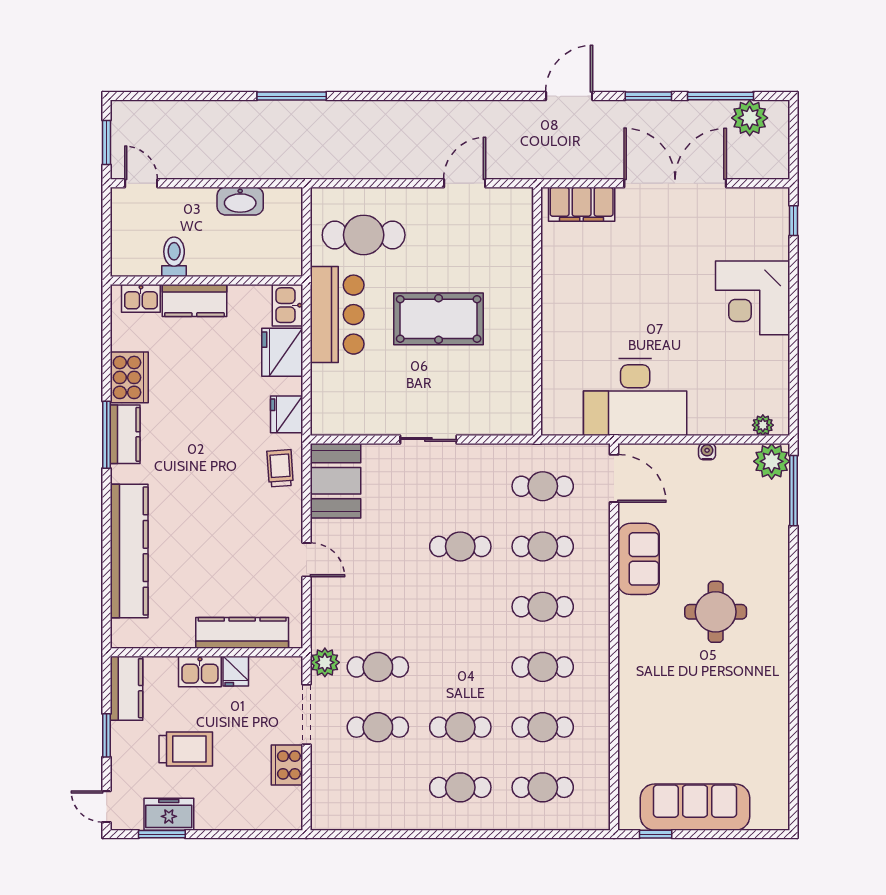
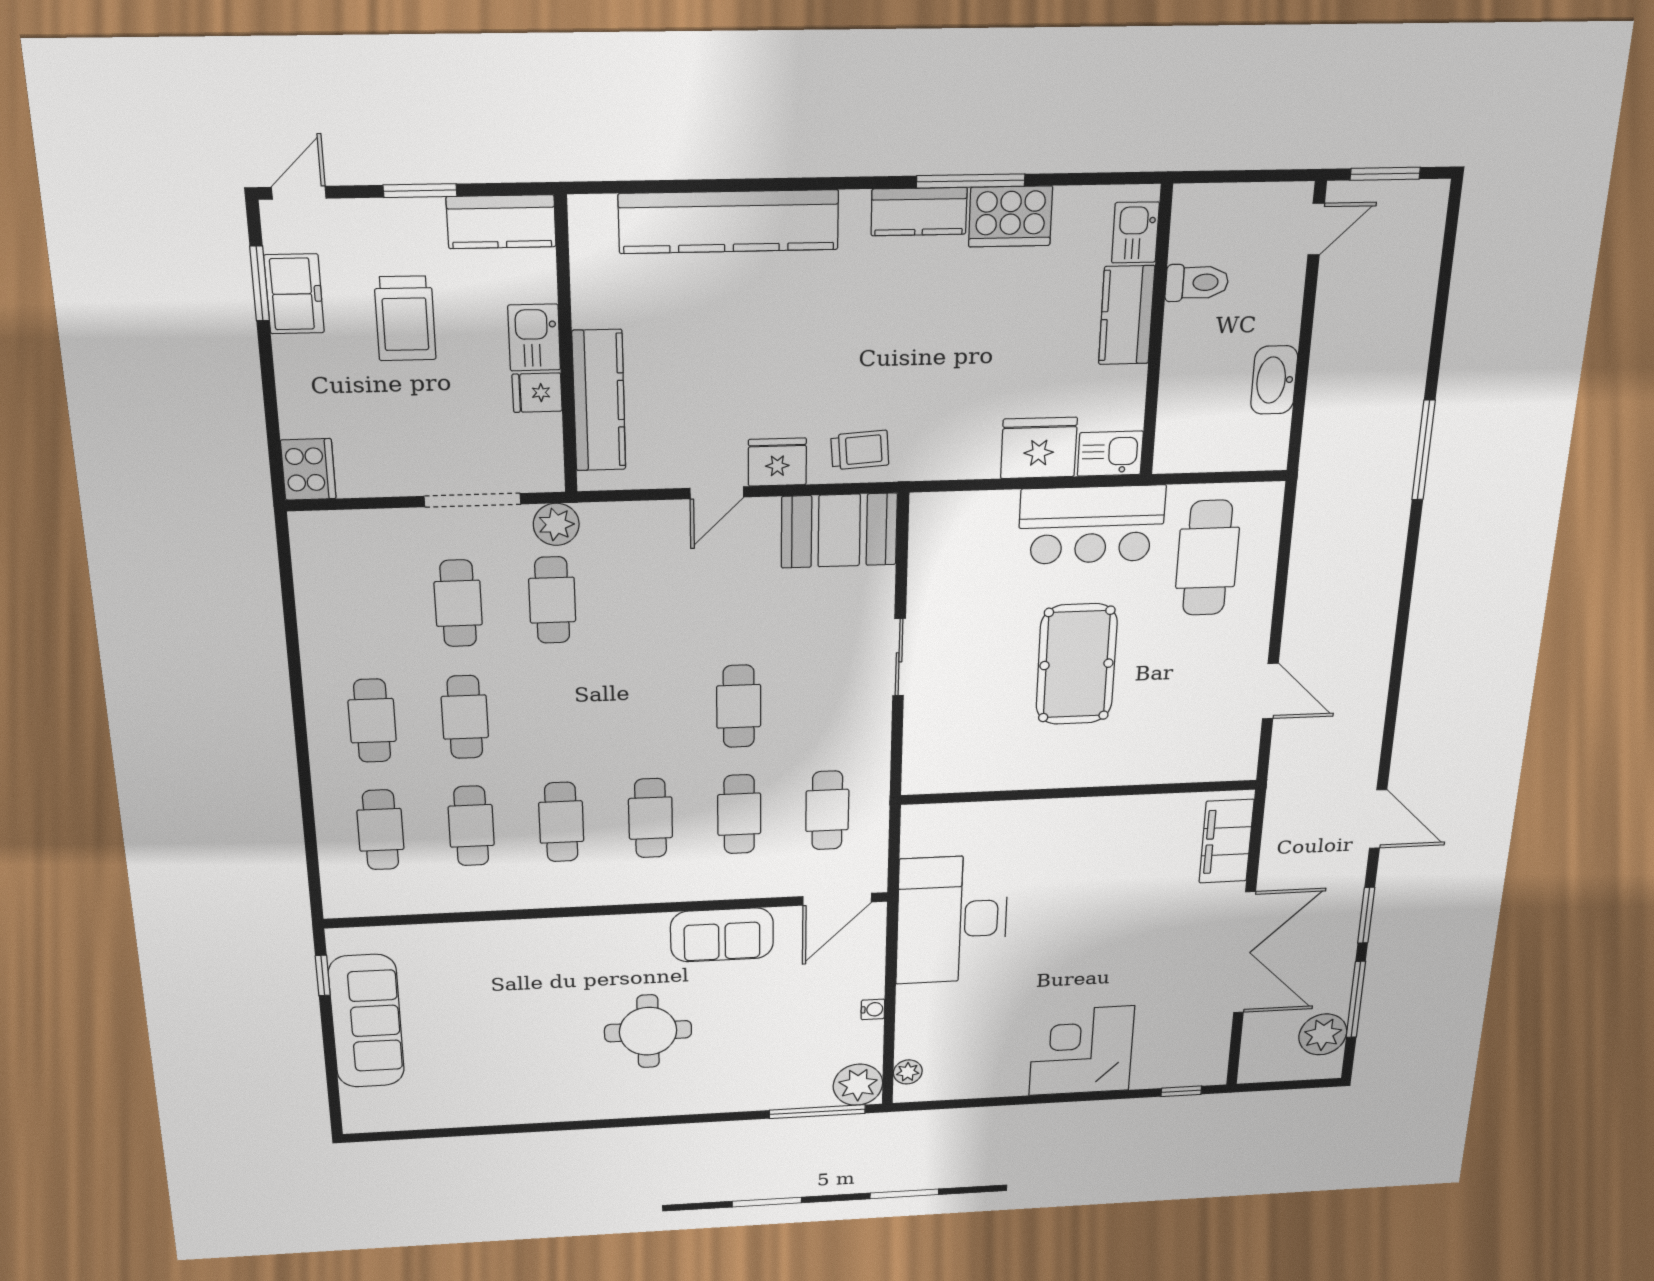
fridge: (287, 414) -> (777, 462), moved
window: (107, 435) -> (971, 181), moved
cooker: (287, 765) -> (308, 469), moved, turned 90

